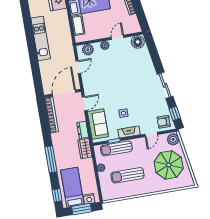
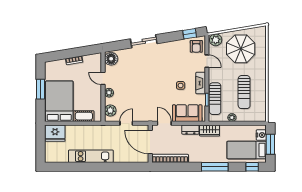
door: (78, 67) -> (126, 123), hinge flipped
sliding door: (165, 85) -> (144, 41), moved

